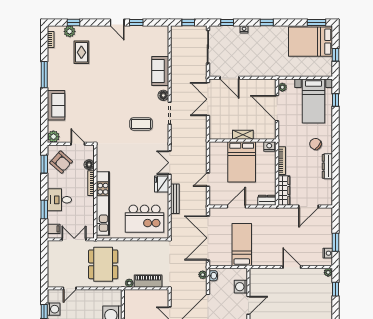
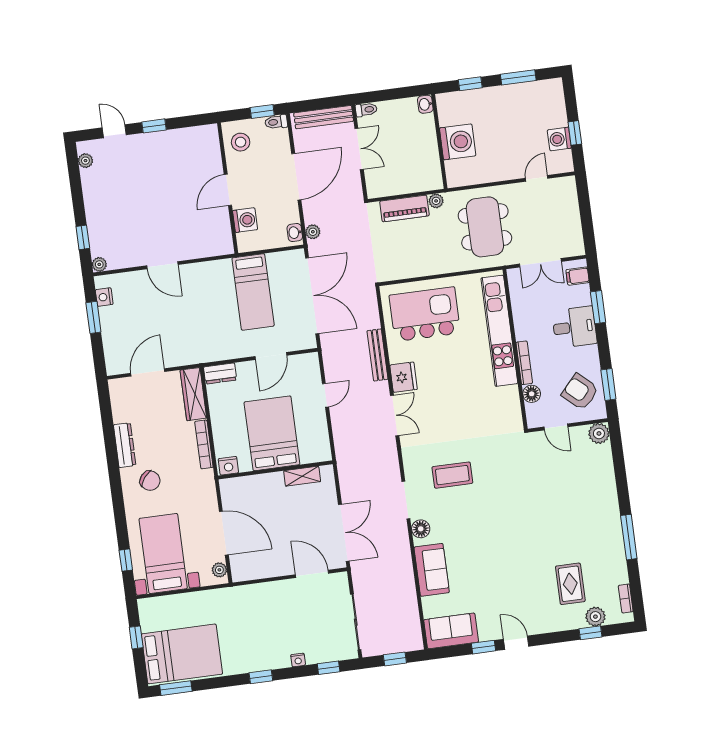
sofa: (56, 105) -> (451, 631), moved, turned 90
shelving: (243, 135) -> (302, 476), moved

